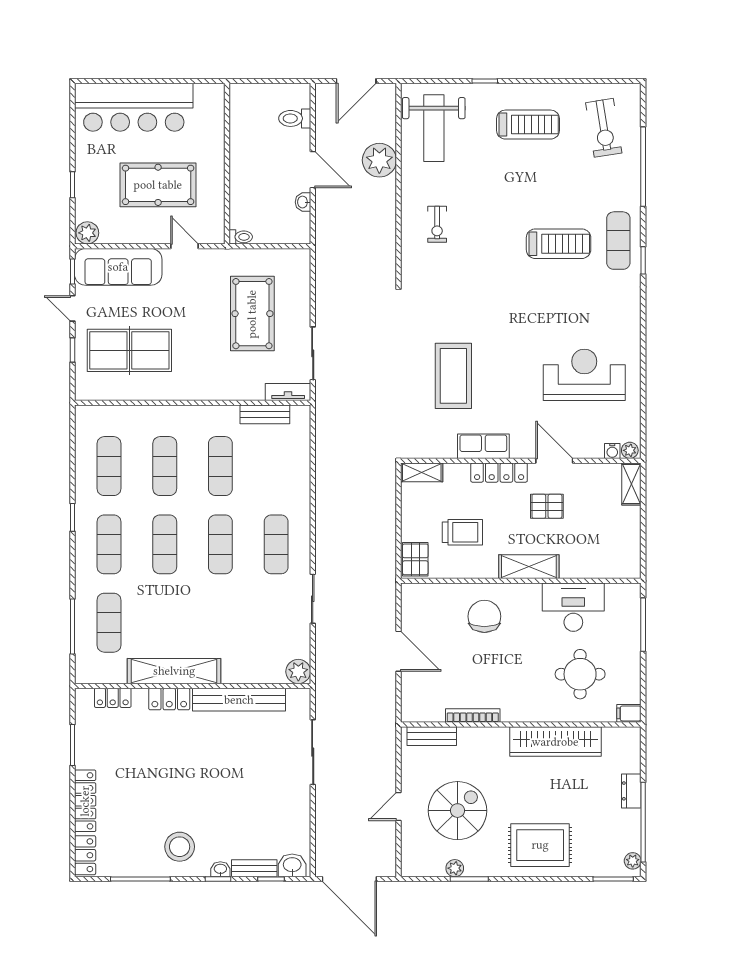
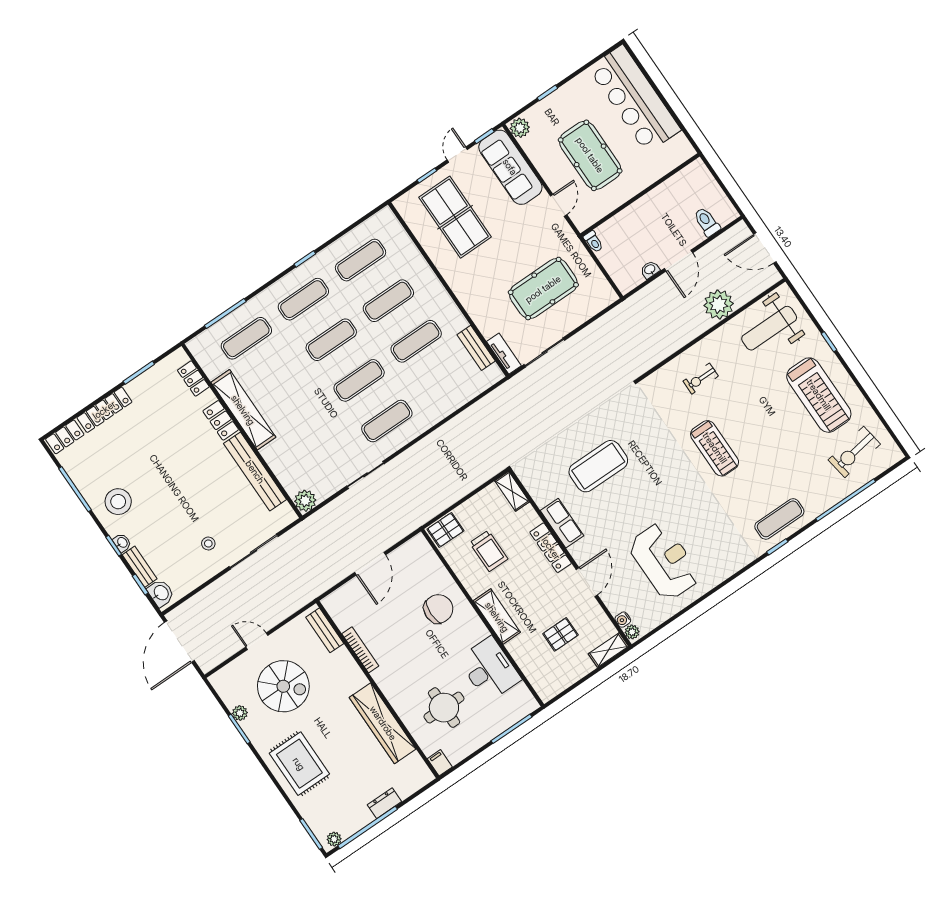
treadmill: (528, 125) -> (819, 395), width x1.37, depth x1.38
treadmill: (559, 244) -> (715, 448), moved
pallet: (547, 506) -> (560, 634), moved, turned 90
stool: (276, 789) -> (208, 544), added

